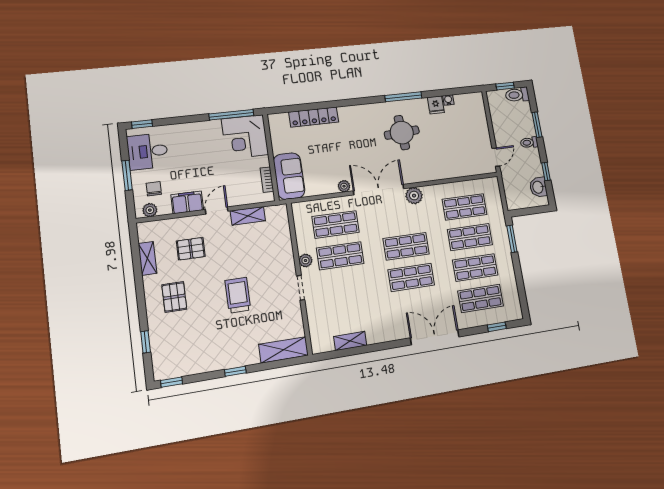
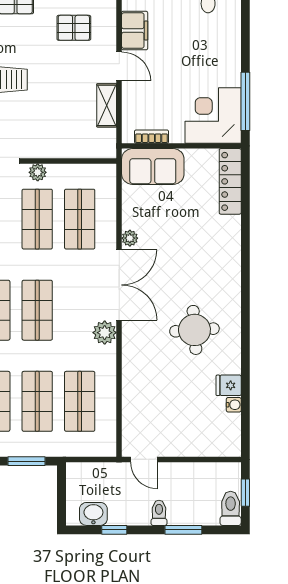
window: (403, 97) -> (245, 341), removed
locker: (314, 117) -> (230, 181), moved
pallet: (191, 249) -> (74, 28), turned 90

